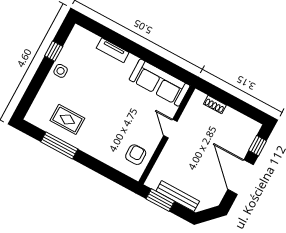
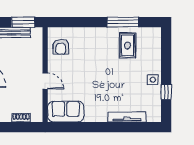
tv unit: (113, 50) -> (127, 117), width x1.41
sofa: (160, 83) -> (66, 112), width x0.73
rug: (67, 119) -> (128, 45), turned 90

